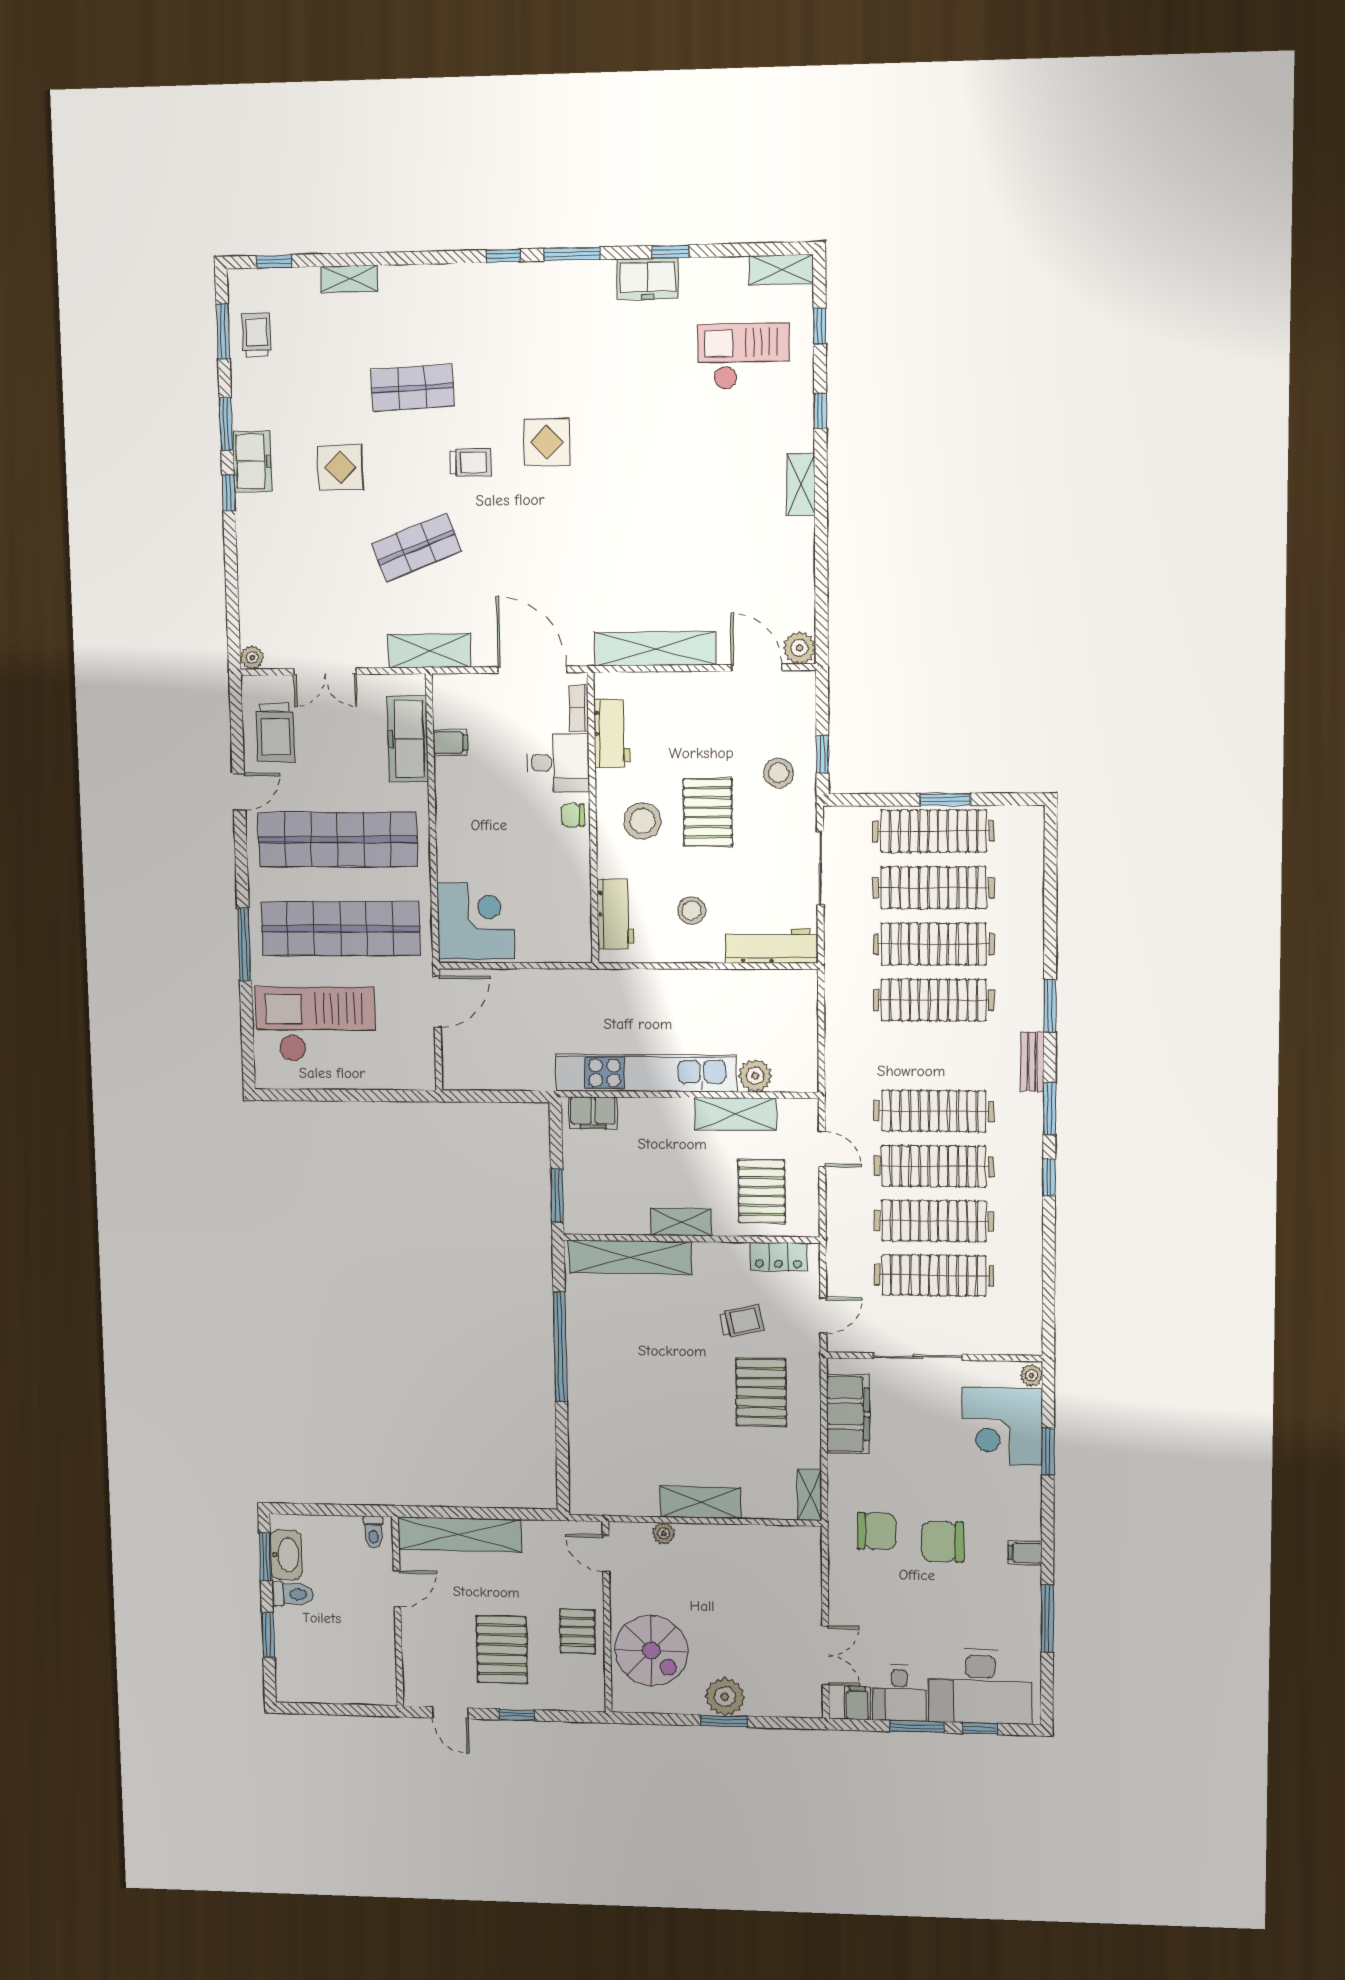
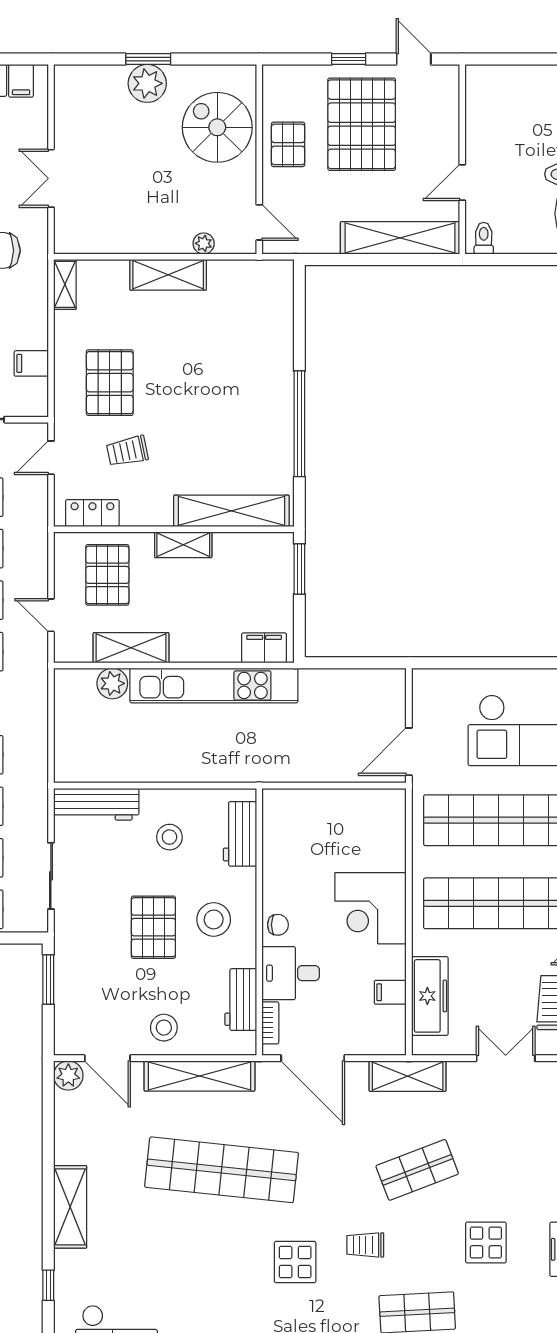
shelving: (801, 485) -> (70, 1207), width x1.50, depth x1.33
shop shelf: (629, 544) -> (222, 1170), added
window: (822, 754) -> (48, 979), width x1.50
stool: (779, 773) -> (164, 1028), moved
corner desk: (476, 921) -> (371, 908), moved
filing cabinet: (848, 1414) -> (31, 363), width x0.33, depth x0.86
pallet: (502, 1650) -> (362, 124), width x1.37, depth x1.41
double door: (826, 1655) -> (51, 178), moved

